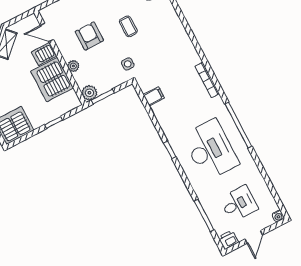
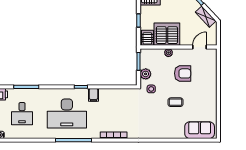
server rack: (44, 54) -> (147, 38), moved
plant: (89, 93) -> (146, 74), moved
filing cabinet: (154, 96) -> (93, 95), moved

